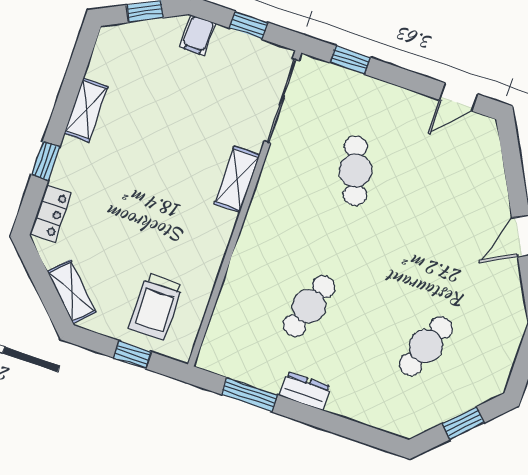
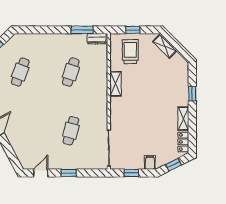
window: (350, 60) -> (69, 173), moved
cafe table: (355, 171) -> (71, 131), turned 33
shelving: (237, 179) -> (116, 84), moved
locker: (51, 213) -> (183, 142), moved
dresser: (305, 391) -> (97, 39), moved

